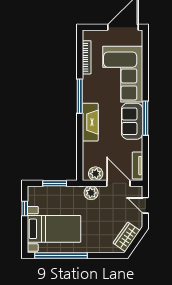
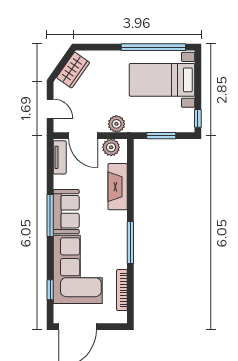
window: (145, 58) -> (50, 290), added
fireplace: (90, 122) -> (118, 187), moved
window: (25, 208) -> (198, 118), moved

